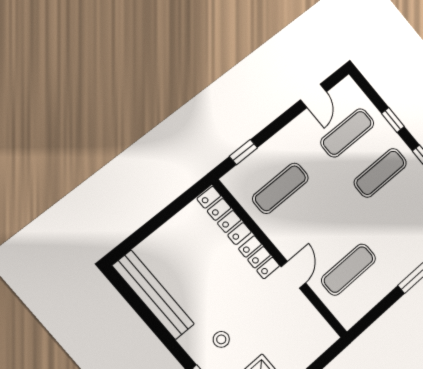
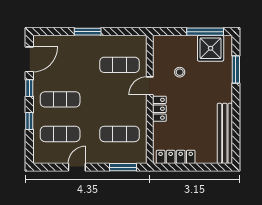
door: (313, 96) -> (77, 167), moved
window: (243, 152) -> (123, 167), width x1.50
locker: (224, 215) -> (176, 157), moved, turned -90
stool: (221, 339) -> (180, 72), moved

